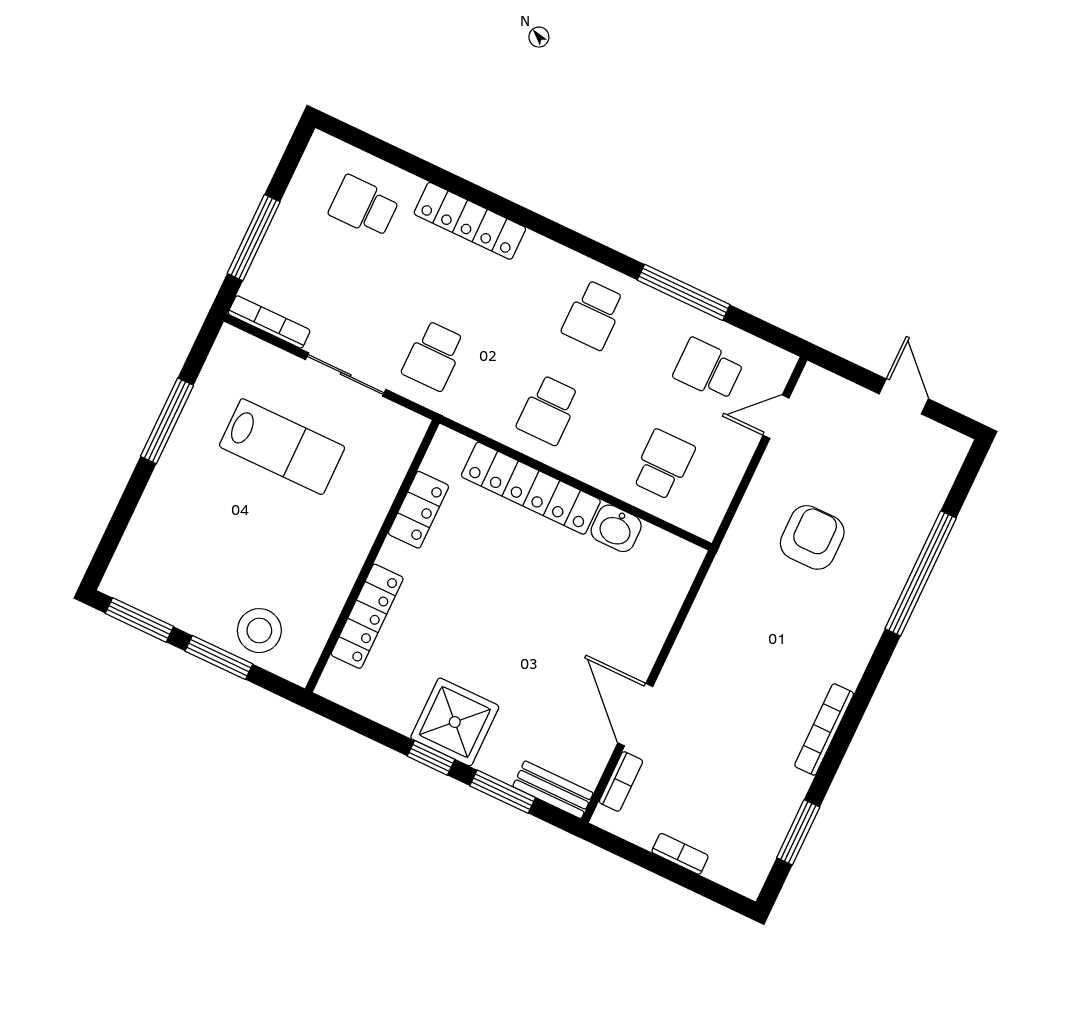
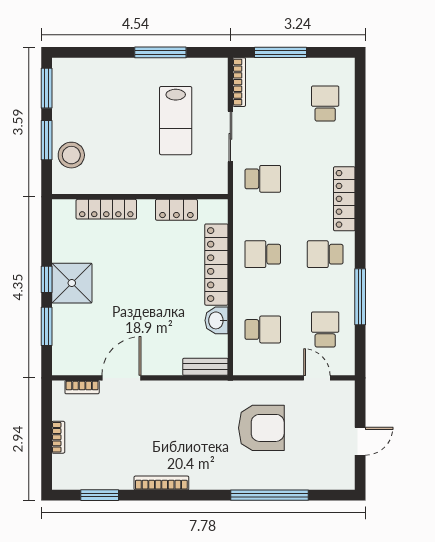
locker: (470, 221) -> (344, 199), moved
school desk: (434, 356) -> (263, 179), turned 180
armchair: (812, 537) -> (261, 428), width x1.36, depth x1.36
bench: (553, 790) -> (205, 367), moved, turned 90

